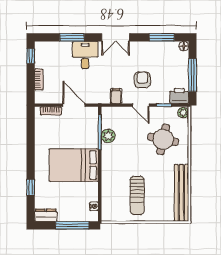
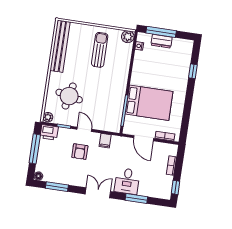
plant: (108, 136) -> (128, 37), moved
bed: (74, 165) -> (149, 103), moved
dresser: (46, 215) -> (162, 41), moved

